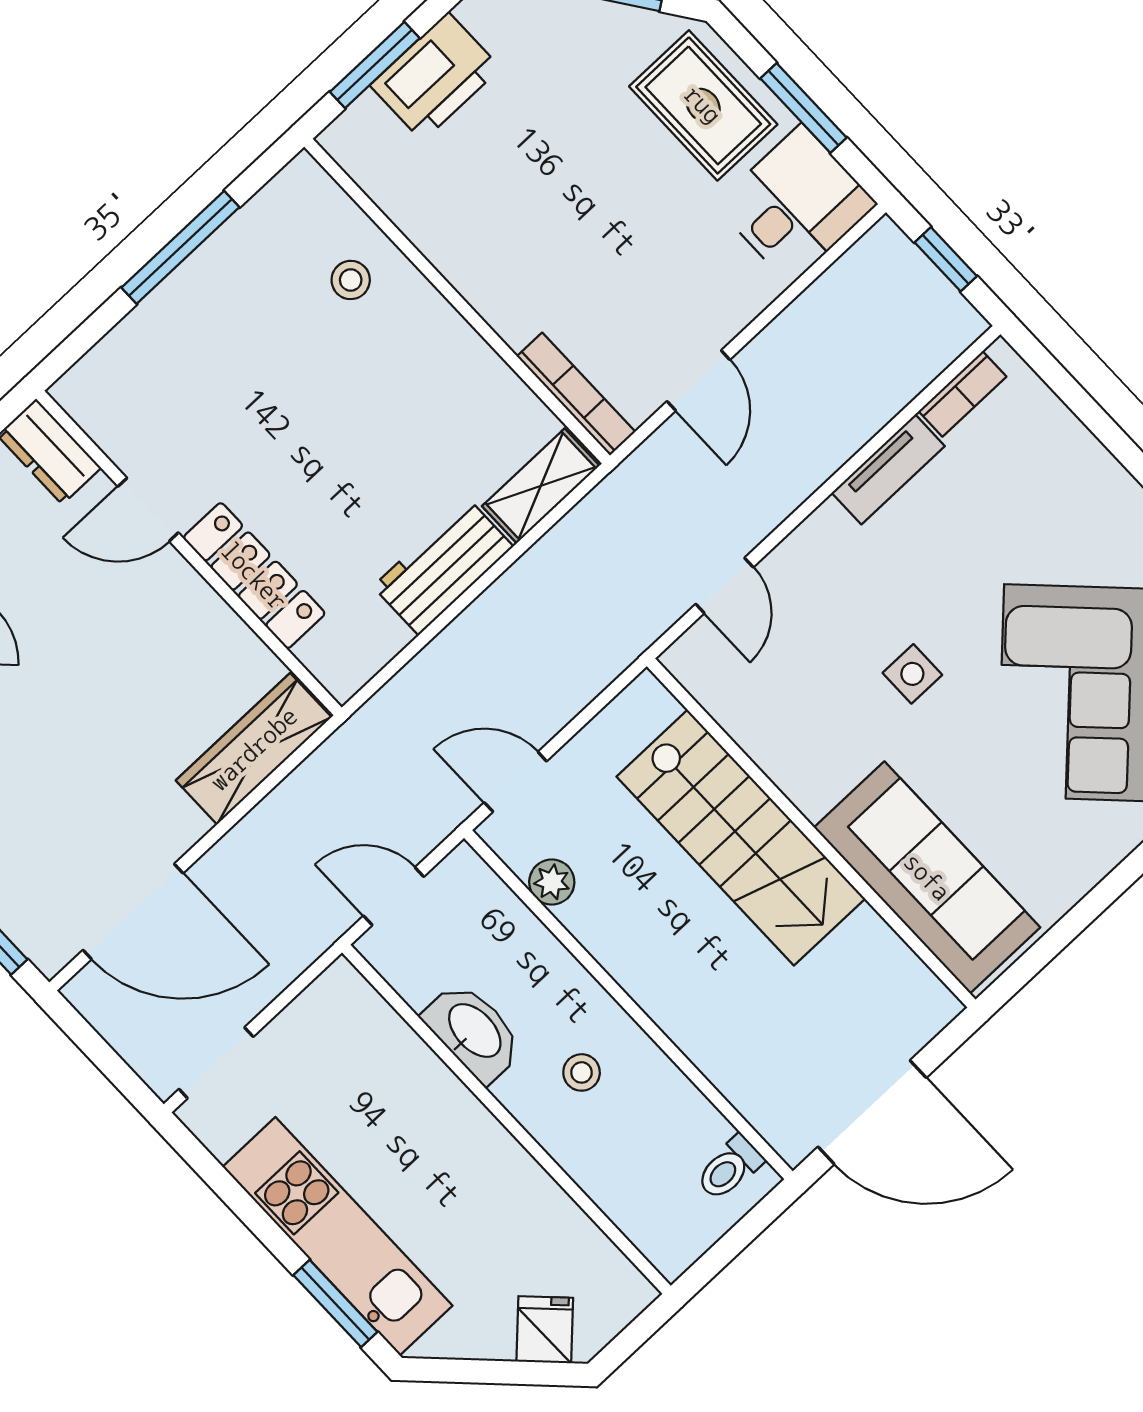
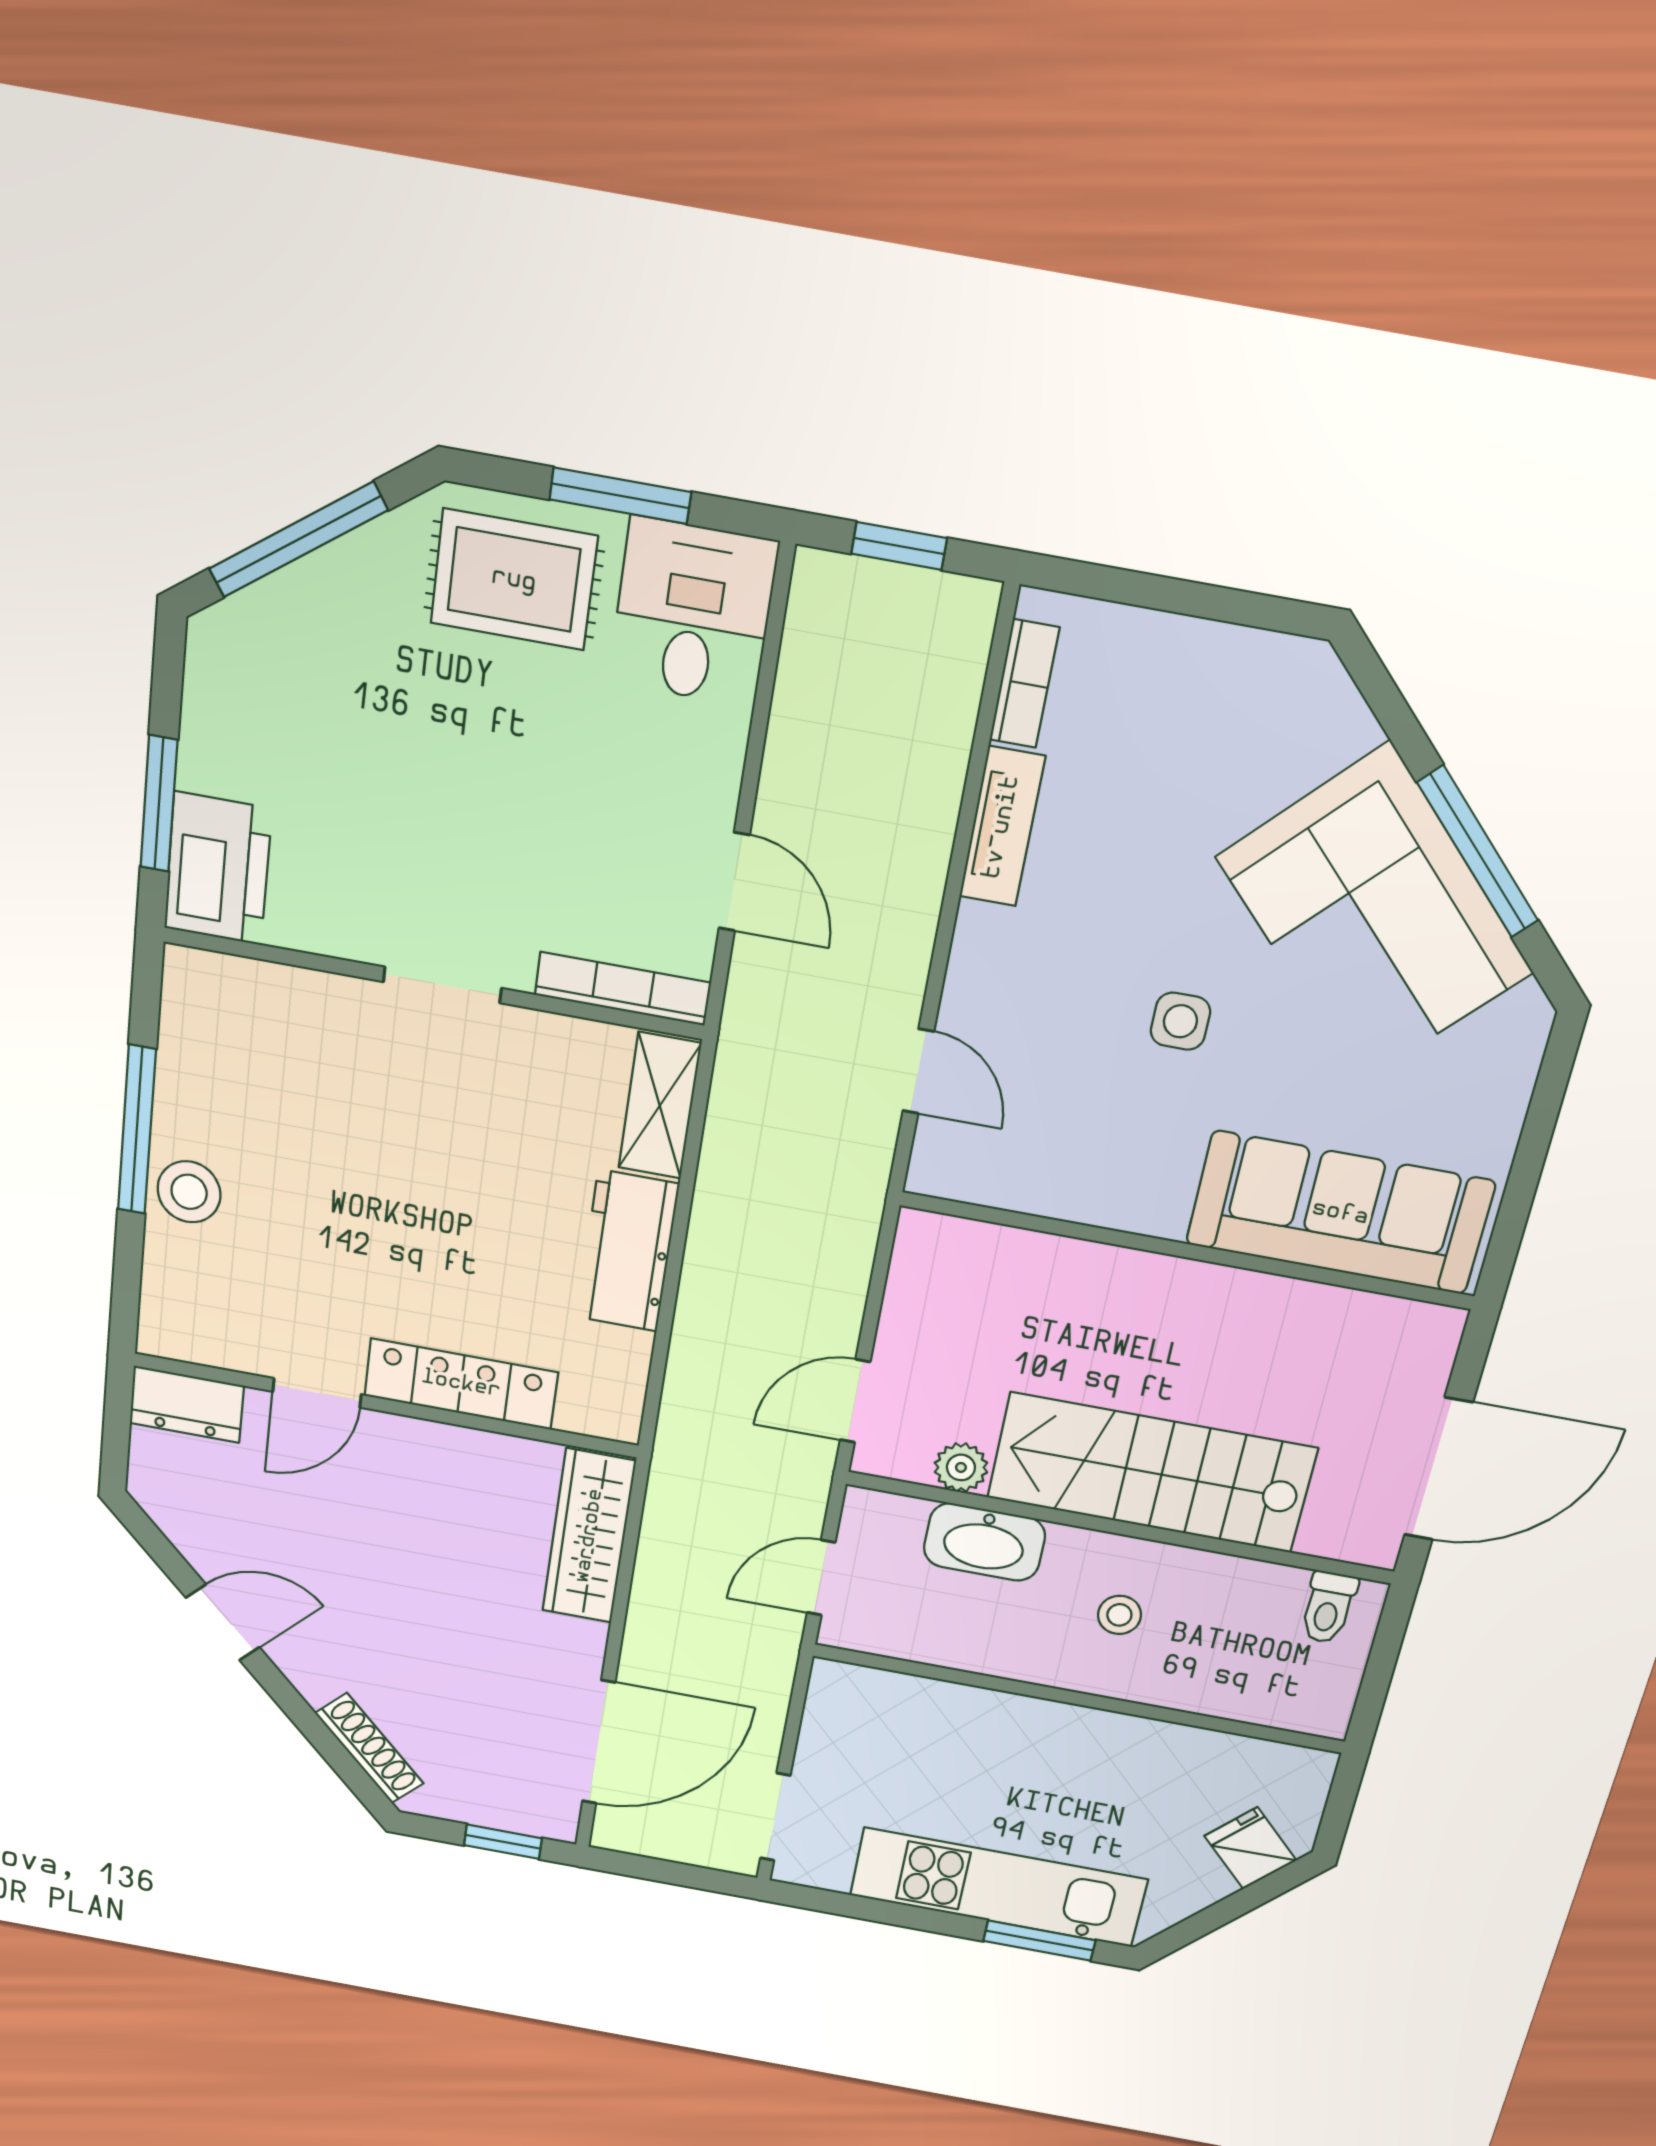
printer: (435, 77) -> (218, 869), moved
stool: (351, 280) -> (189, 1192), moved, width x1.37, depth x1.37
doorway: (462, 306) -> (442, 985), added
stairs: (741, 838) -> (1151, 1473), moved, turned 180
washbasin: (473, 1032) -> (984, 1542), moved, turned 180

